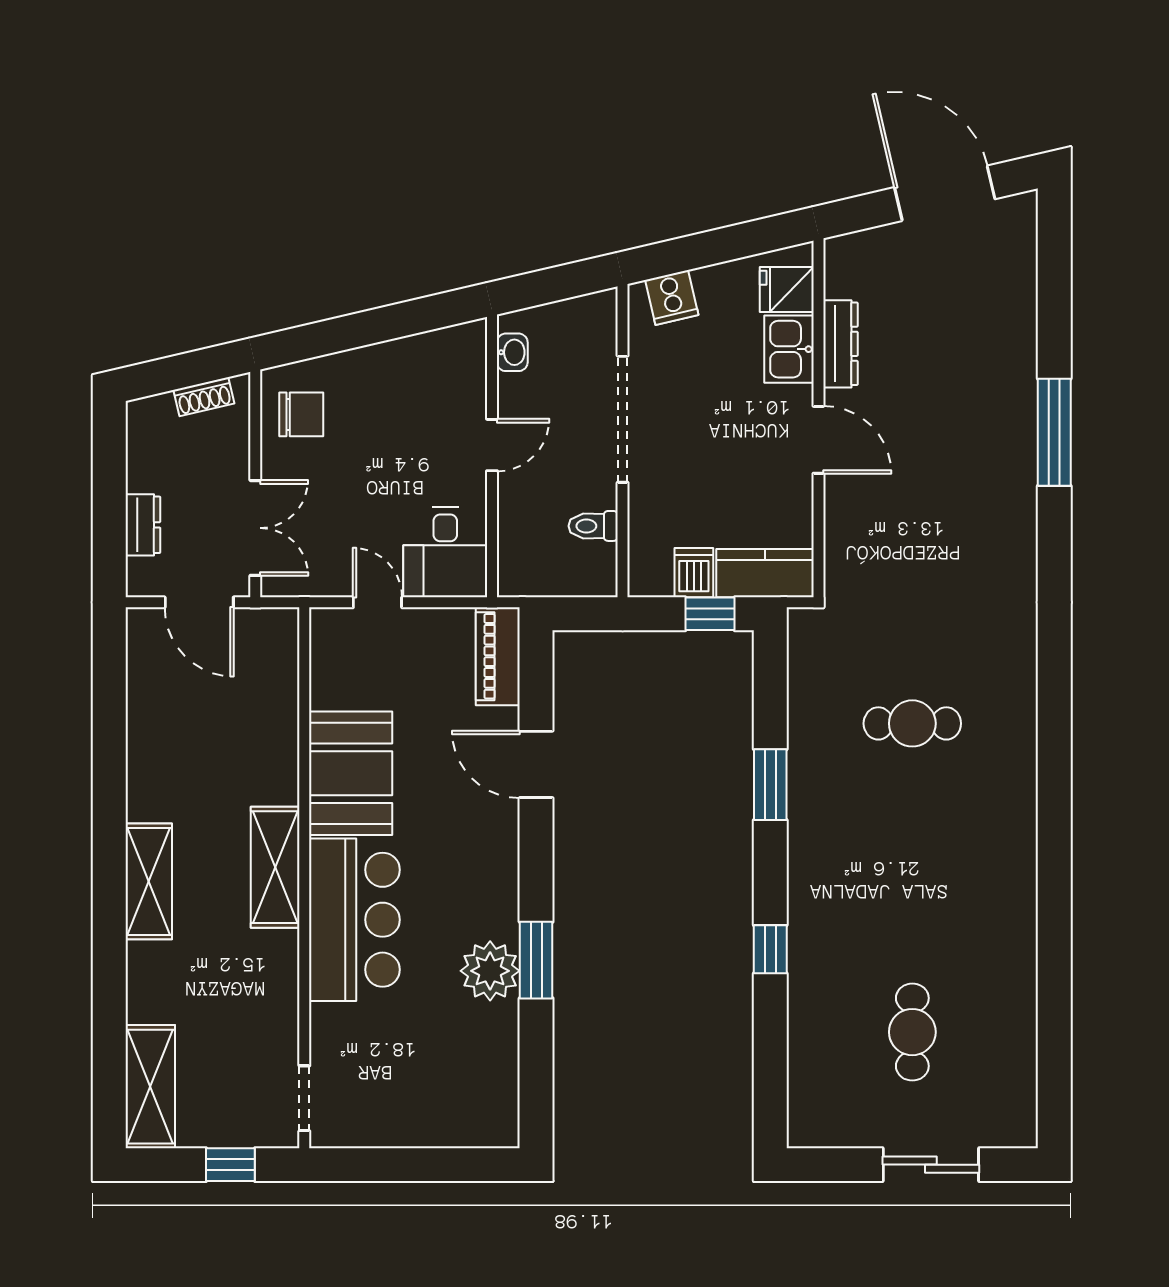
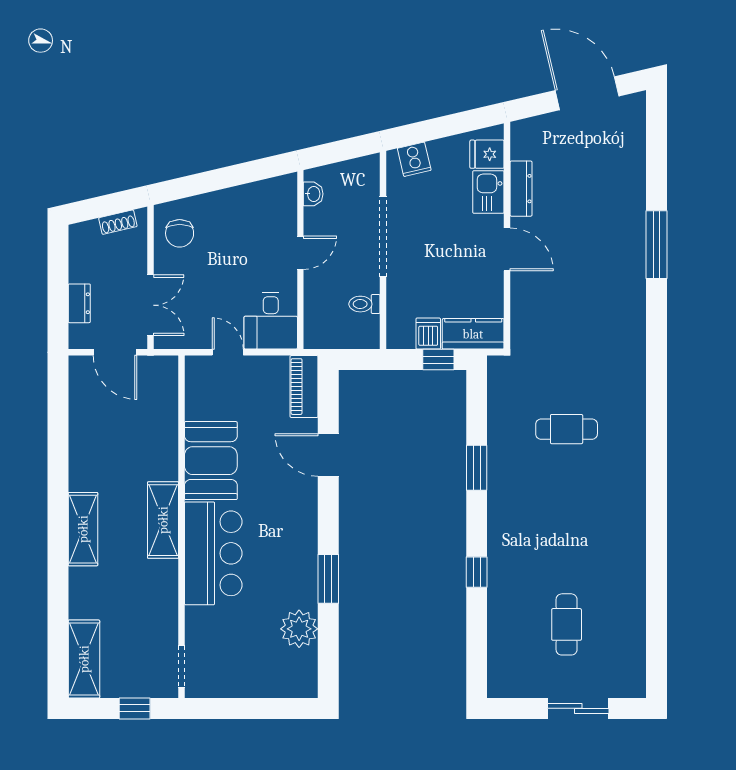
chair: (301, 414) -> (180, 233), turned 90
plant: (490, 971) -> (299, 629), moved

